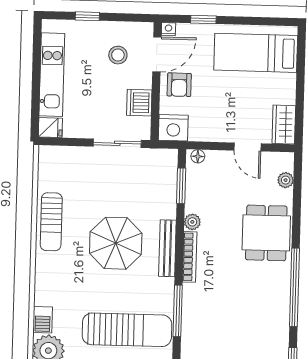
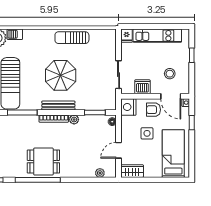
side table: (220, 97) -> (147, 133), added
dining table: (266, 233) -> (43, 162), moved

